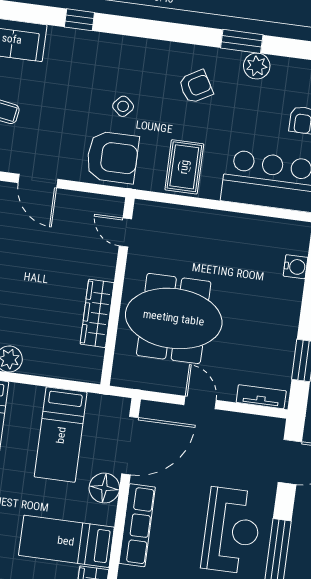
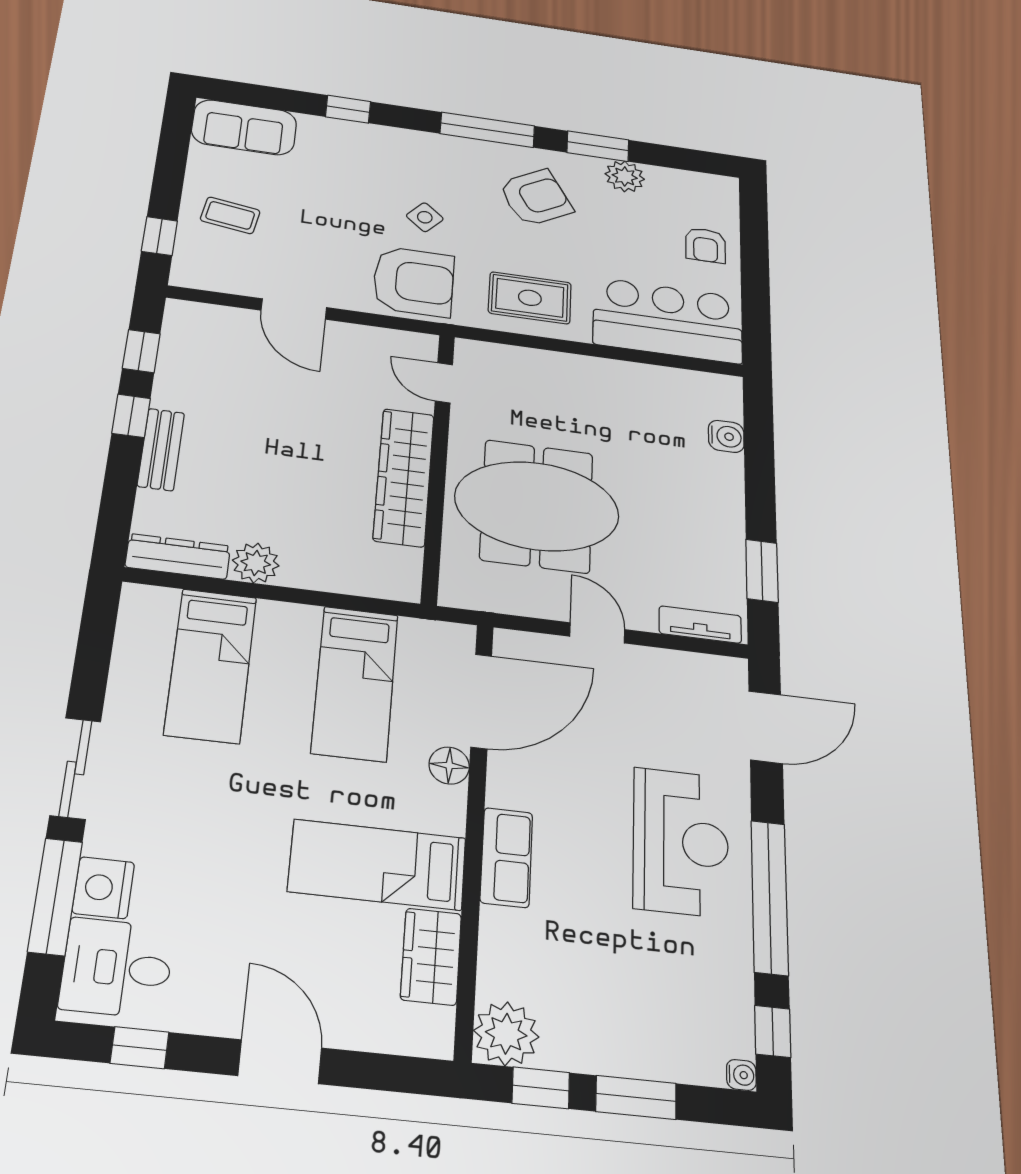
window: (169, 32) -> (487, 130), added
armchair: (196, 87) -> (536, 198), width x1.38, depth x1.38
rug: (184, 167) -> (530, 298), turned 90
wardrobe: (97, 313) -> (404, 477), width x1.40, depth x1.17
floor lamp: (104, 488) -> (449, 766), width x0.73, depth x0.73
row of seats: (137, 525) -> (506, 857), width x0.68

